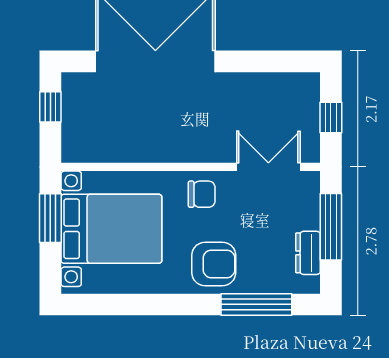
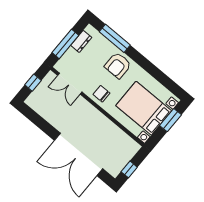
window: (50, 218) -> (171, 120), moved
armchair: (214, 264) -> (118, 65), turned -90

